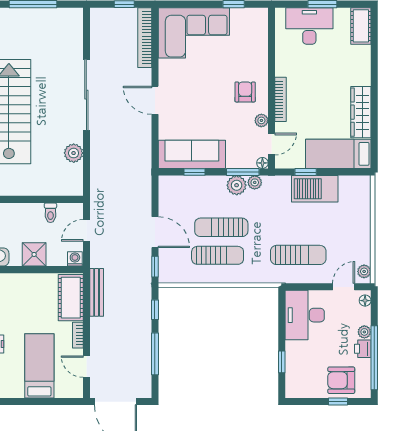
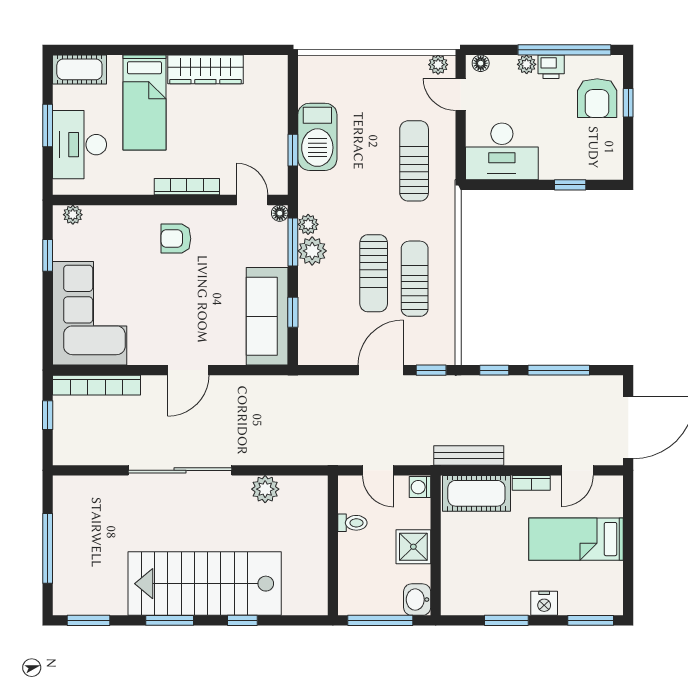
plant: (261, 120) -> (73, 215), moved
bed: (338, 154) -> (144, 102), moved

